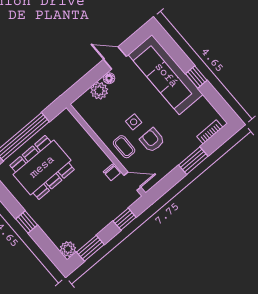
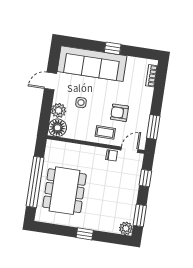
floor lamp: (109, 78) -> (57, 128), moved, width x1.89, depth x1.89
side table: (134, 122) -> (81, 103), moved
window: (193, 161) -> (153, 127), moved

